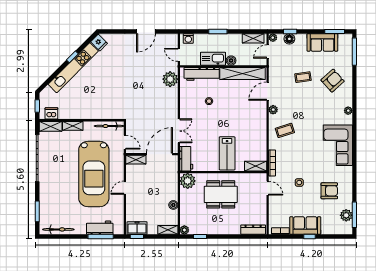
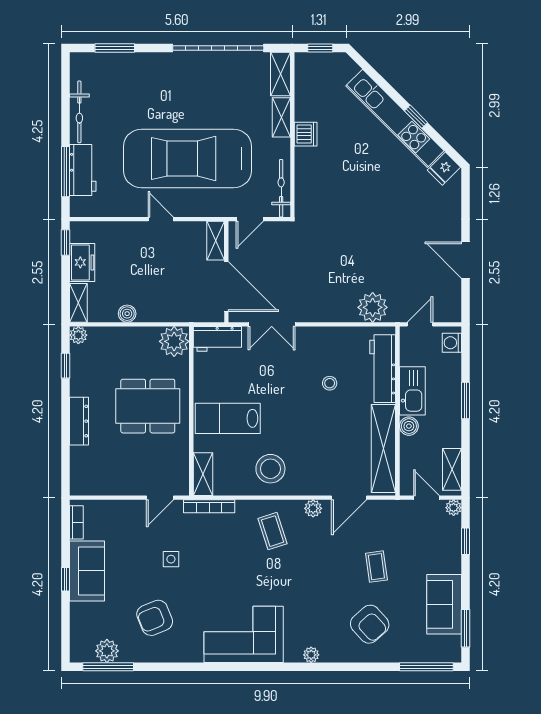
floor lamp: (289, 39) -> (451, 540), removed
door: (268, 91) -> (349, 498), swing flipped
dishwasher: (51, 113) -> (306, 134), moved
stool: (253, 131) -> (270, 469), added
armchair: (329, 191) -> (155, 618), turned 68
dining table: (221, 194) -> (148, 406), turned 90
freezer: (137, 228) -> (82, 262), moved
bicycle: (58, 229) -> (79, 112), moved
dresser: (253, 230) -> (79, 421), moved

